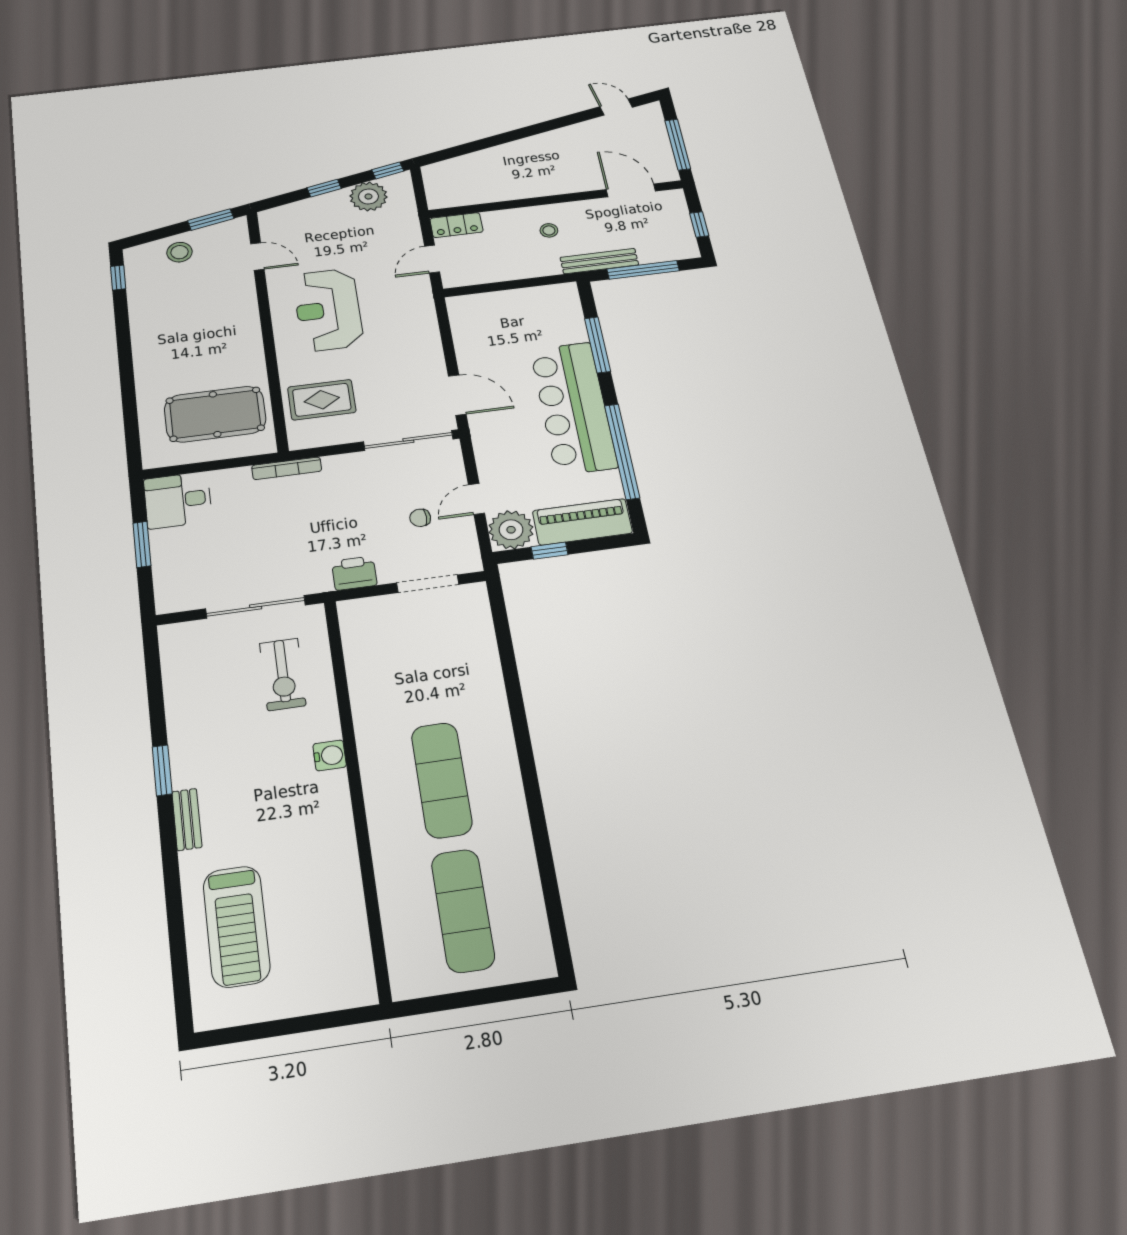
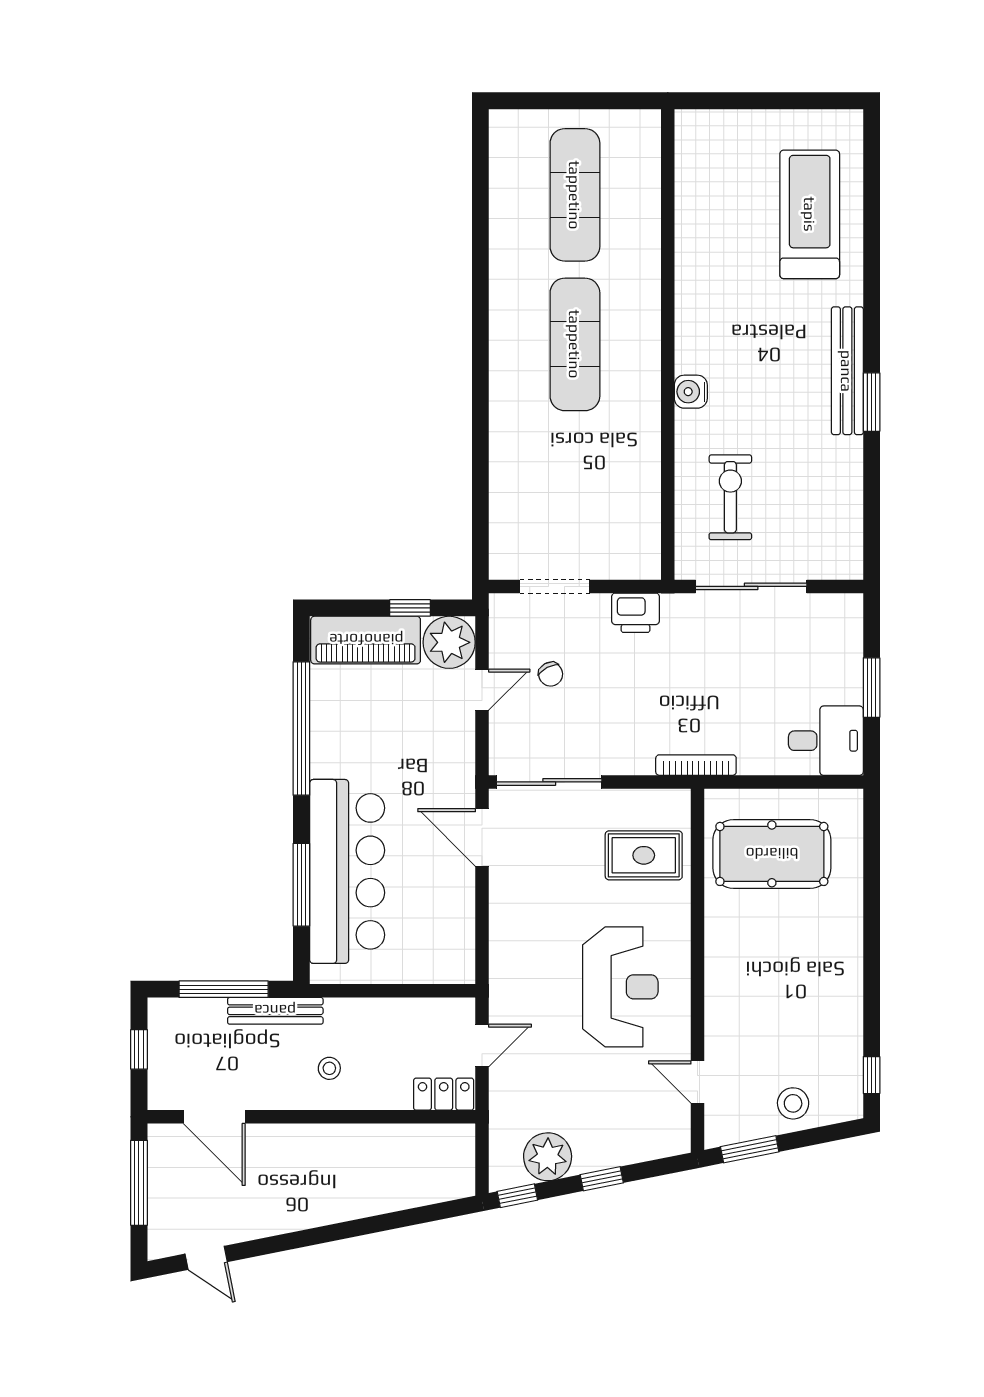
bar counter: (573, 408) -> (347, 871), moved
chair: (420, 518) -> (551, 674), turned 62
bench: (187, 819) -> (847, 371), width x1.86, depth x1.21

